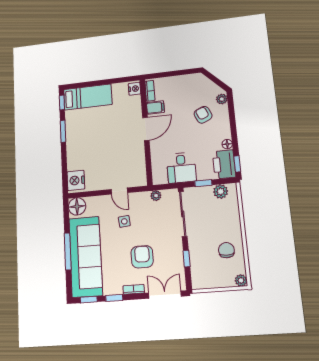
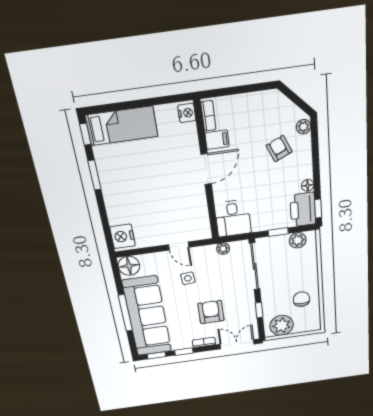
desk: (181, 168) -> (233, 218), moved
plant: (241, 280) -> (282, 325), moved, width x1.87, depth x1.87

